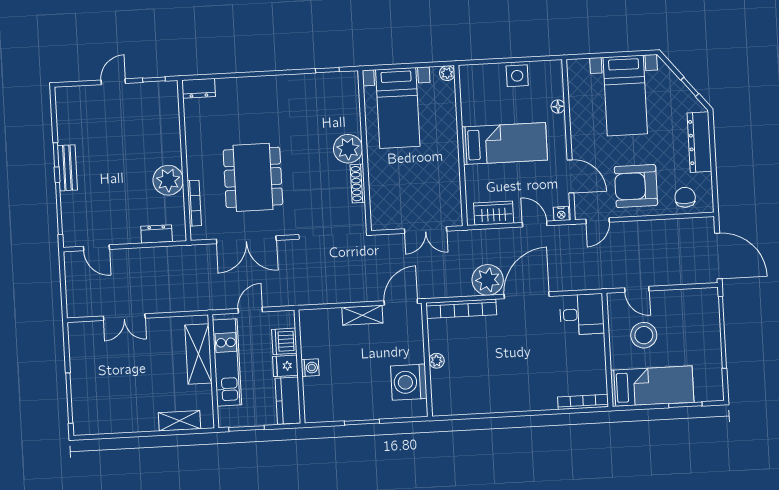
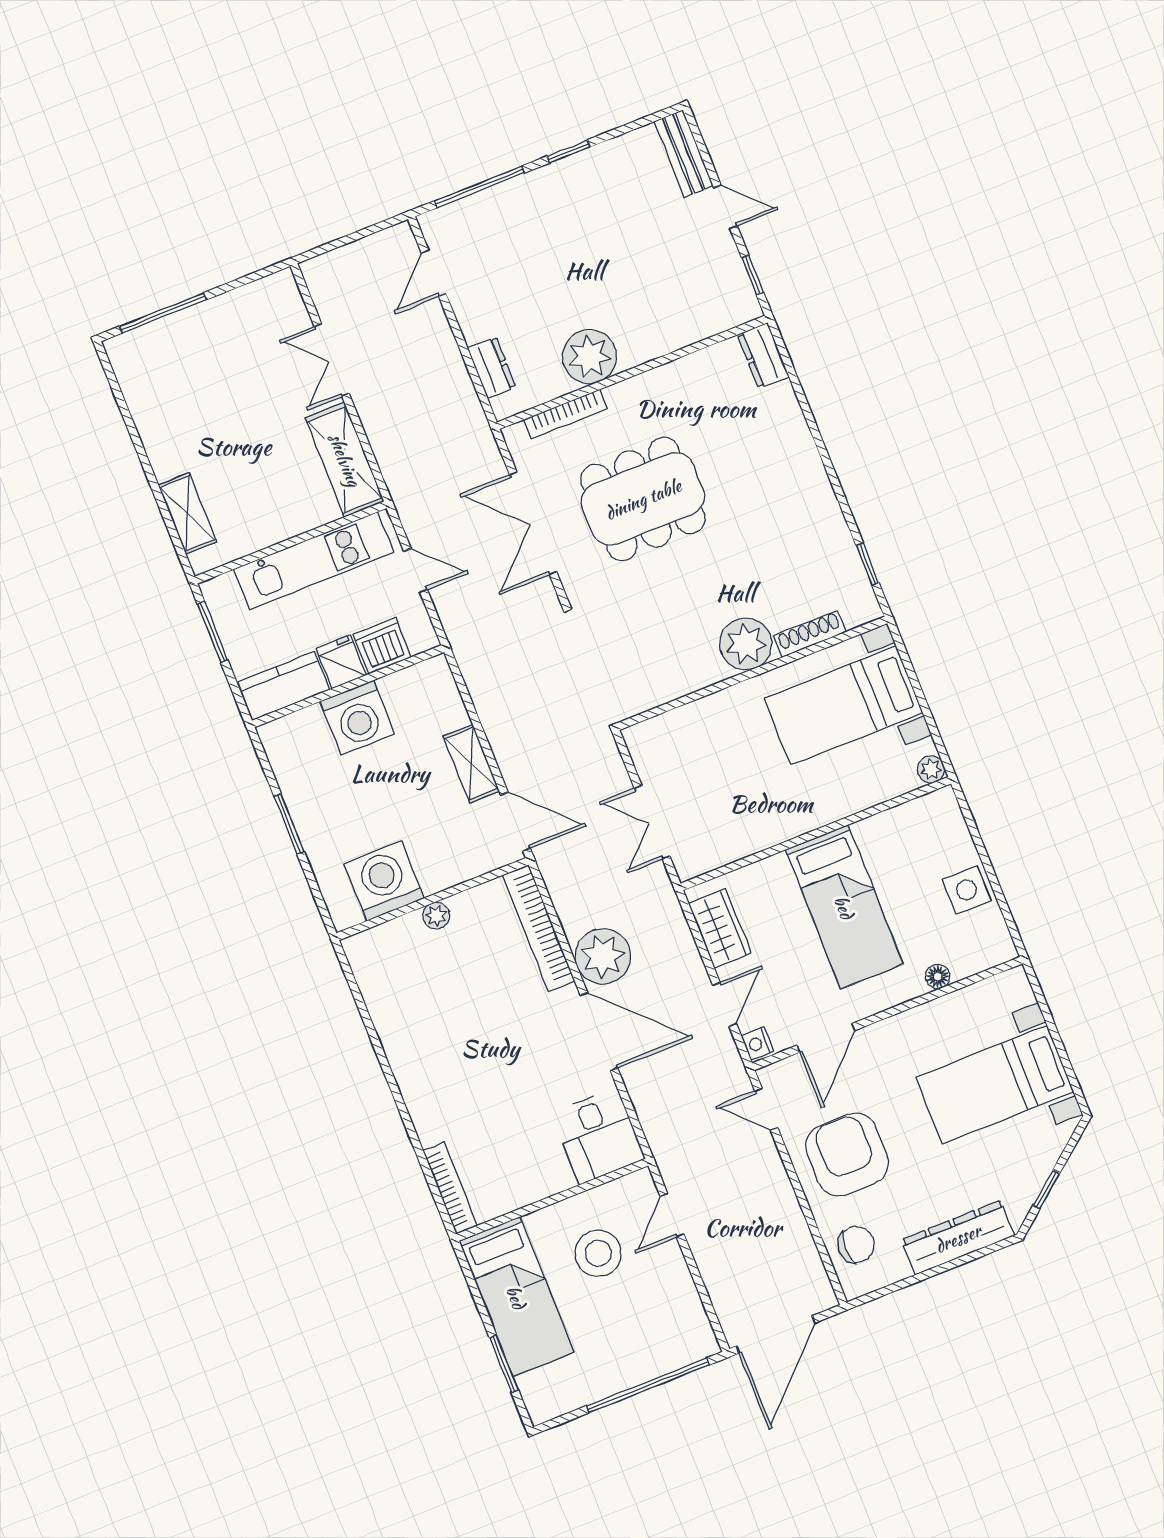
bench: (67, 168) -> (684, 154), moved, turned 90
shoe rack: (358, 184) -> (810, 634), moved
shelving: (198, 354) -> (345, 460), moved, turned 90
washing machine: (310, 368) -> (357, 718), width x1.89, depth x1.89

